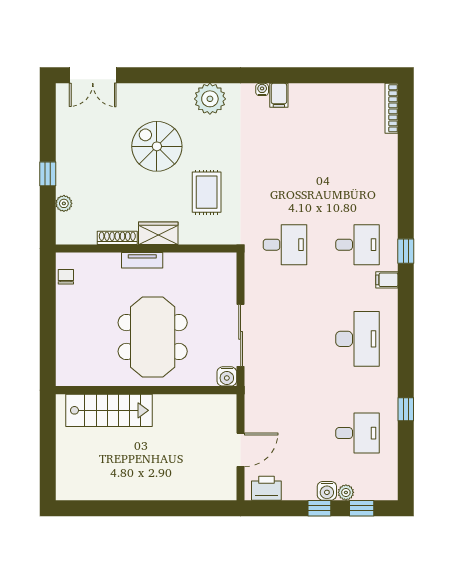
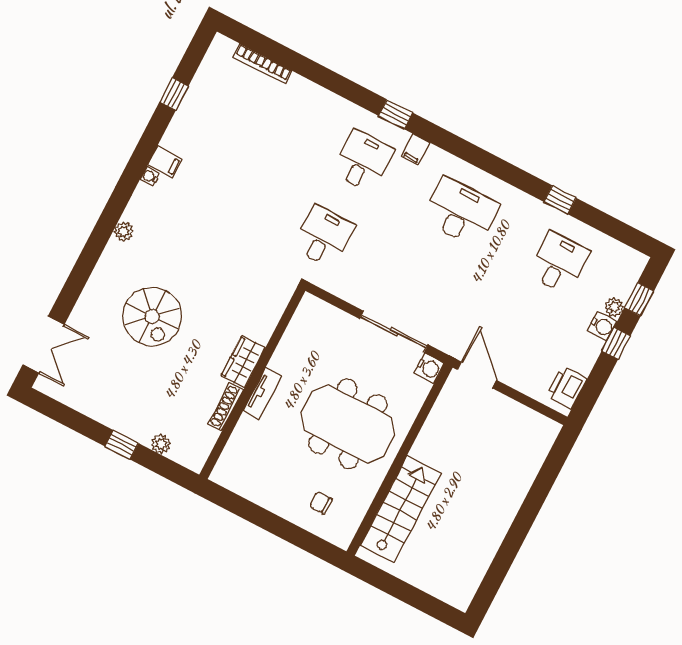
window: (334, 75) -> (174, 94), added
plant: (210, 99) -> (124, 232), width x0.53, depth x0.53
bookcase: (392, 108) -> (263, 64), moved
spiral stairs: (157, 146) -> (152, 316), turned -90
rug: (207, 192) -> (227, 289), removed
chair: (66, 277) -> (321, 503), moved
door: (241, 450) -> (477, 375), moved

